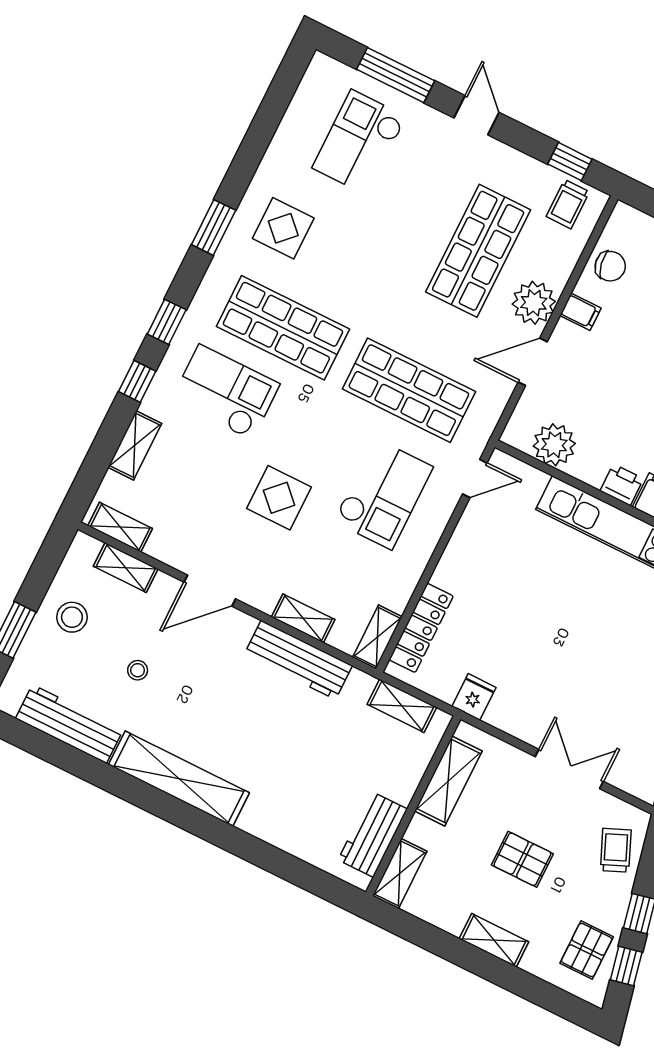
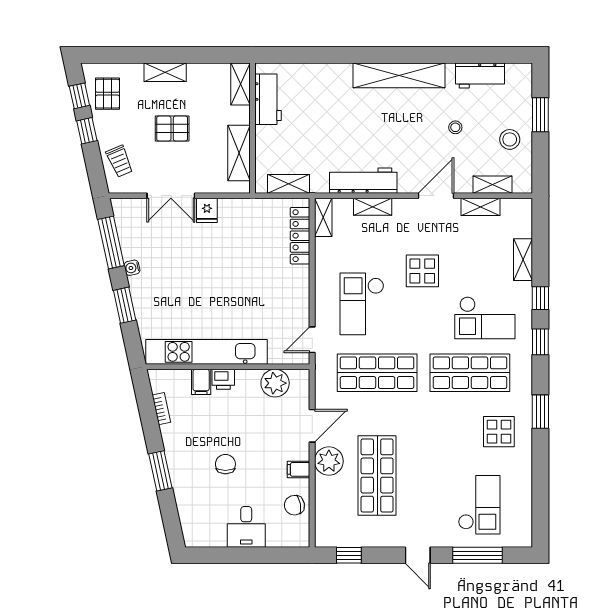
trolley: (568, 204) -> (338, 529), removed
shelving: (120, 527) -> (481, 207), moved
fridge: (474, 697) -> (207, 210), moved
workbench: (69, 724) -> (480, 75), width x0.73

